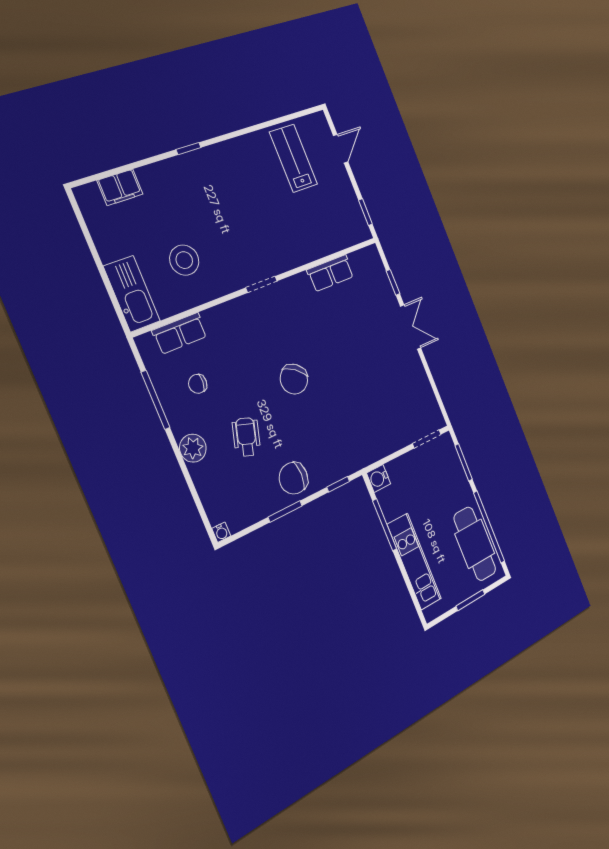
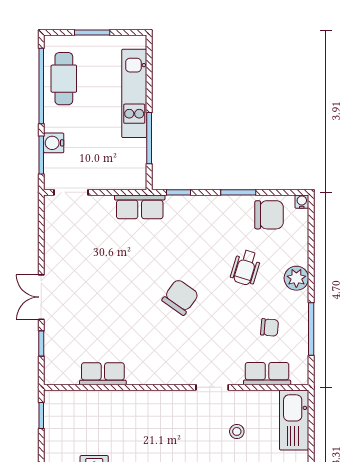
stool: (184, 260) -> (237, 431), width x0.53, depth x0.53
doorway: (261, 284) -> (212, 387), moved
row of seats: (365, 453) -> (140, 207), added
chair: (293, 478) -> (269, 215), moved
water cooler: (379, 478) -> (54, 143), moved, turned 180
cafe table: (475, 544) -> (64, 79), width x0.73, depth x0.74

